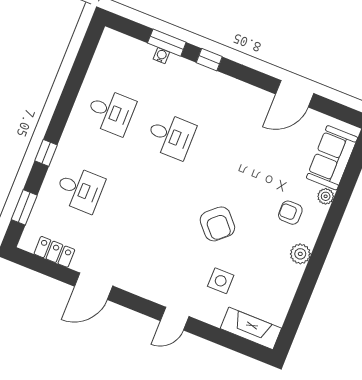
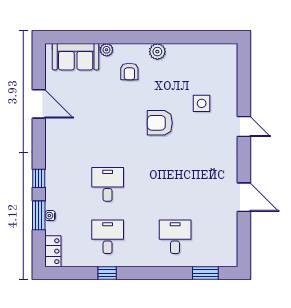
window: (46, 153) -> (107, 273), moved
armchair: (217, 224) -> (160, 123), turned -138
locker: (54, 252) -> (53, 251), moved, turned 180
fireplace: (251, 328) -> (228, 66), removed

